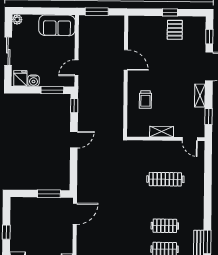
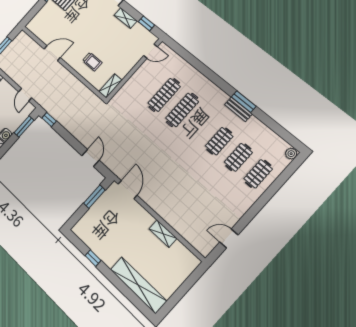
shelving: (162, 132) -> (110, 86), moved
door: (74, 140) -> (90, 158), moved
clothes rail: (165, 226) -> (182, 110), moved, width x1.36

